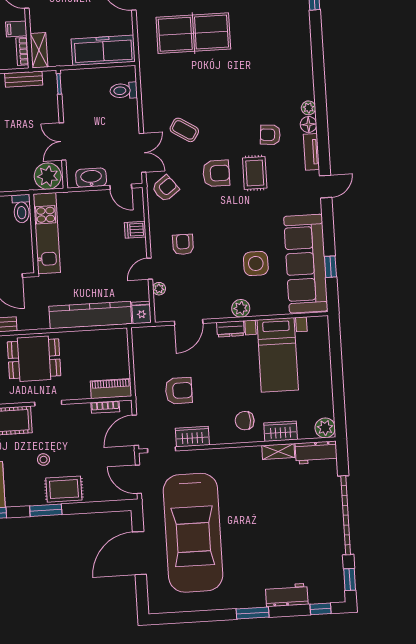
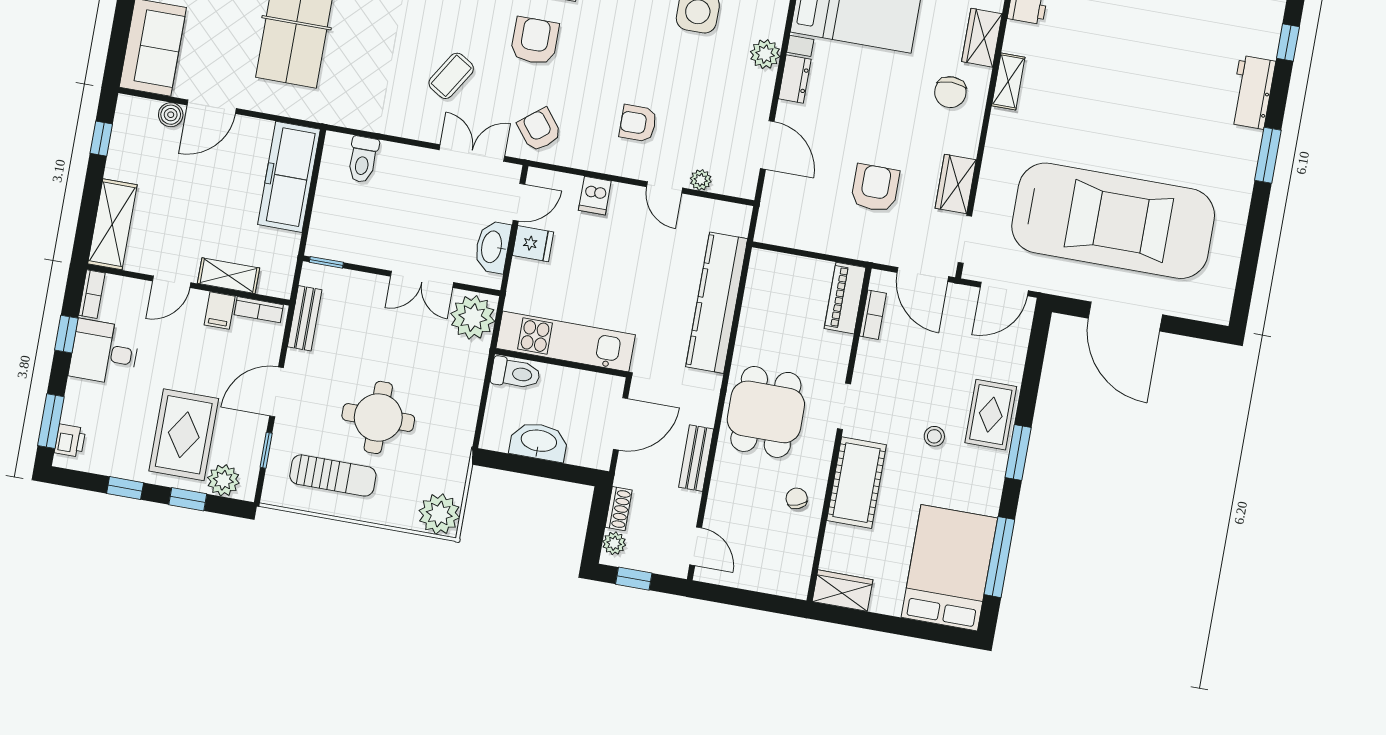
shelving: (39, 50) -> (229, 276), moved
fridge: (141, 312) -> (533, 244), moved, turned 180
shelving: (278, 451) -> (1008, 81), moved

